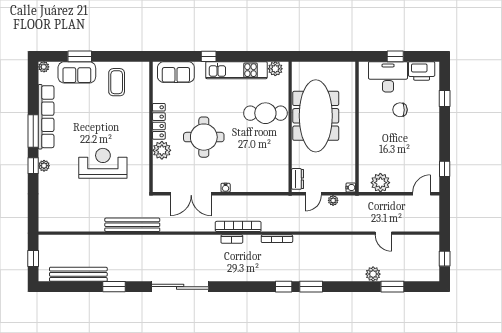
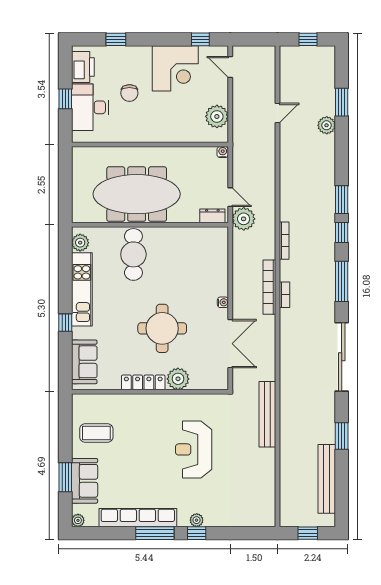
corner desk: (420, 148) -> (175, 68), added
plant: (333, 200) -> (244, 219), moved, width x1.88, depth x1.88
window: (243, 287) -> (342, 281), added

